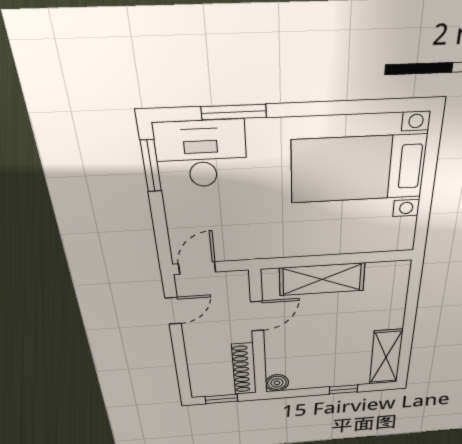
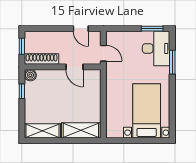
door: (197, 268) -> (103, 53), moved
shelving: (322, 279) -> (81, 130), moved, turned 90
window: (343, 389) -> (22, 91), moved

